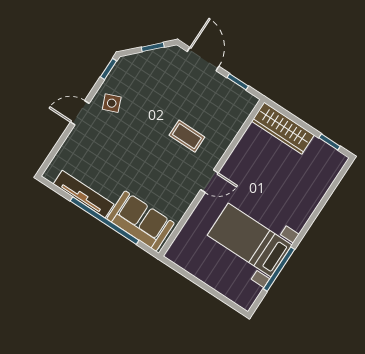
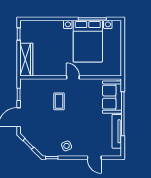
door: (80, 113) -> (94, 158), moved
bed with nightstands: (250, 240) -> (88, 41), width x1.36

